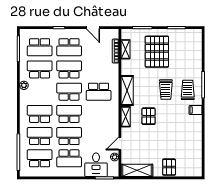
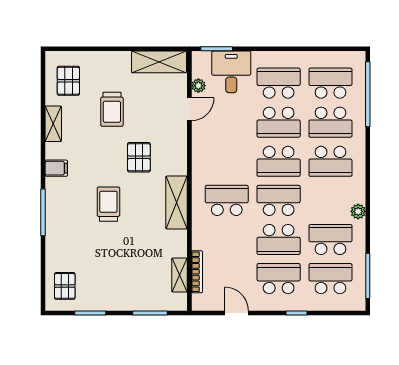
pallet: (157, 52) -> (65, 286), moved, width x0.49, depth x0.50
school desk: (40, 69) -> (330, 240), turned 180
trolley: (188, 90) -> (112, 109), moved
school desk: (69, 92) -> (279, 200), turned 180
shelving: (126, 117) -> (53, 124), moved
school desk: (40, 158) -> (330, 83), turned 180
pallet: (169, 167) -> (68, 81), moved

